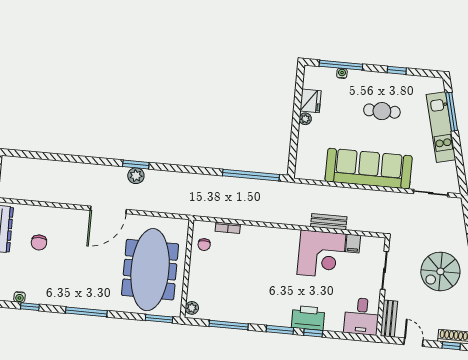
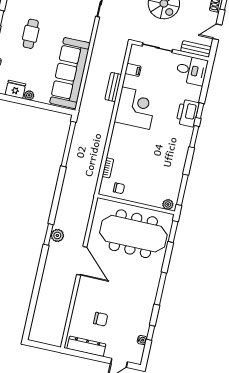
sofa: (369, 169) -> (70, 73), moved
corner desk: (321, 254) -> (136, 108), moved
window: (229, 325) -> (182, 190), moved

